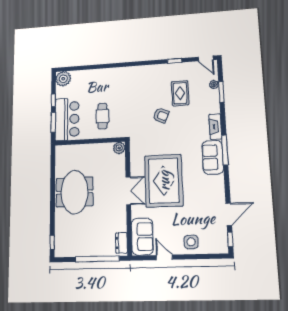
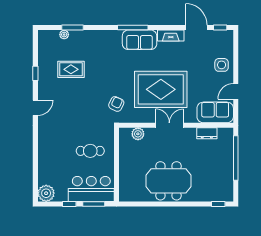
door: (206, 58) -> (35, 108), moved
armchair: (161, 115) -> (116, 104), moved
fireplace: (215, 127) -> (171, 36), moved
plant: (119, 148) -> (138, 134), moved
dresser: (121, 243) -> (207, 133), moved

